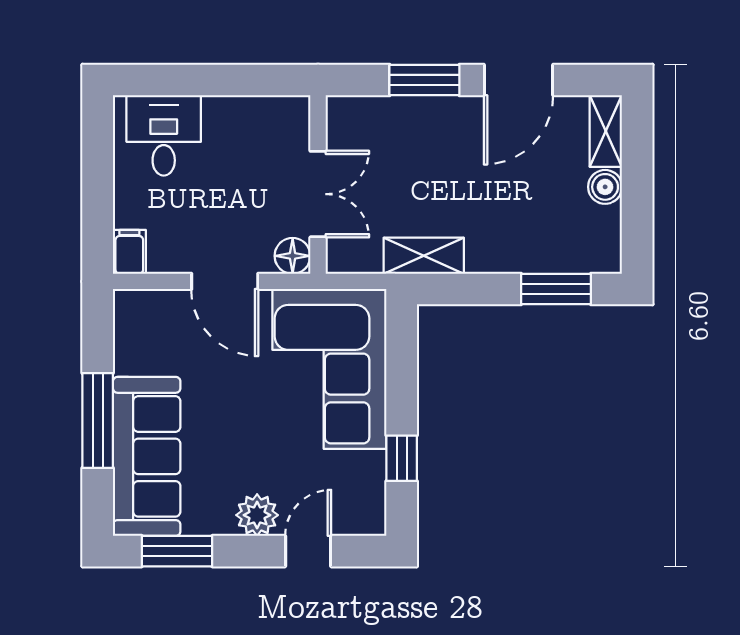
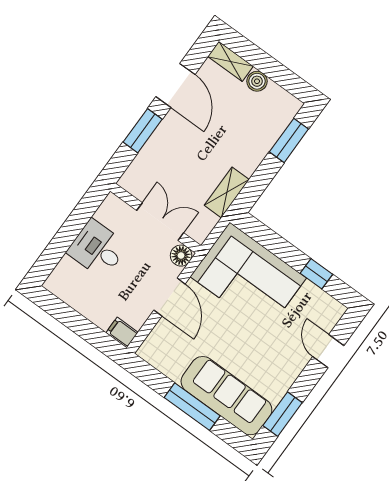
desk: (164, 135) -> (97, 249), moved
door: (225, 281) -> (170, 297), hinge flipped
plant: (257, 515) -> (293, 363), removed

